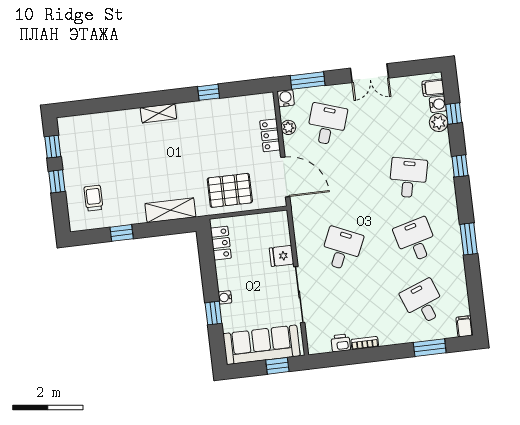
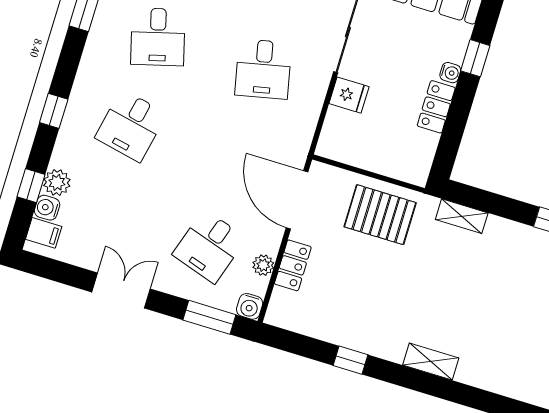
shelving: (170, 210) -> (462, 216), width x0.67, depth x0.75
locker: (221, 243) -> (436, 107), moved
desk: (342, 249) -> (263, 69), turned -36

